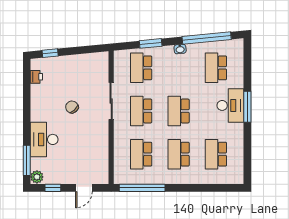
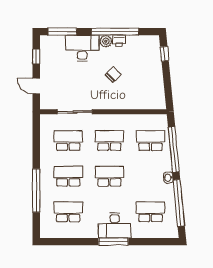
window: (151, 43) -> (174, 149), width x2.11
printer: (36, 77) -> (119, 41), moved
sliding door: (111, 101) -> (75, 112), moved
window: (27, 105) -> (115, 32), added
plant: (37, 177) -> (106, 41), moved
window: (142, 188) -> (36, 191), moved

